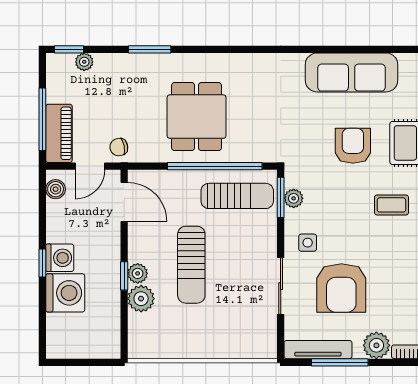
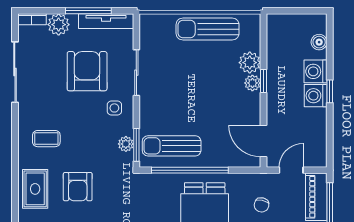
chair: (119, 147) -> (262, 205), moved, turned 113
boiler: (56, 189) -> (319, 42), moved
sun lounger: (191, 265) -> (208, 29), moved, turned -90
washing machine: (65, 293) -> (316, 71), width x0.73, depth x0.73

